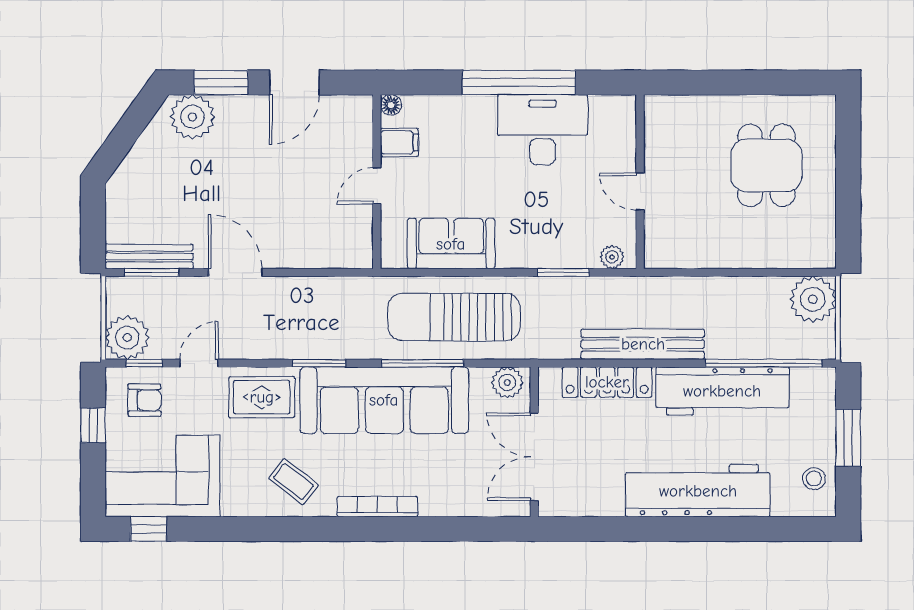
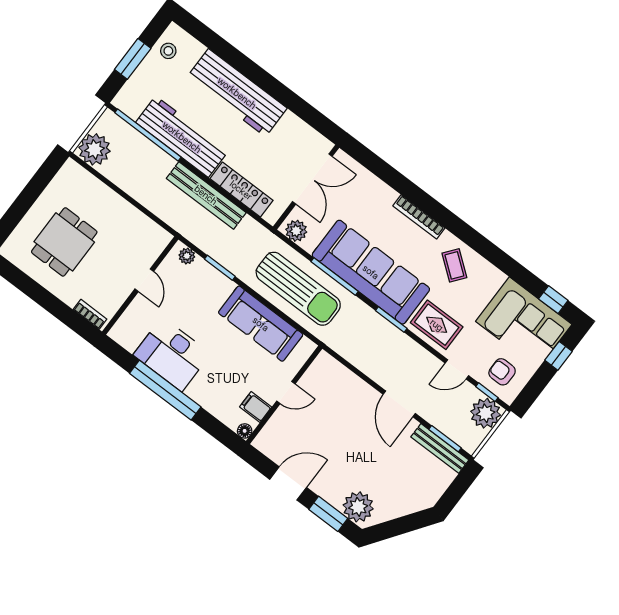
bookcase: (673, 104) -> (90, 314), added
sofa: (451, 244) -> (261, 324), width x1.36
window: (93, 425) -> (558, 356), moved

